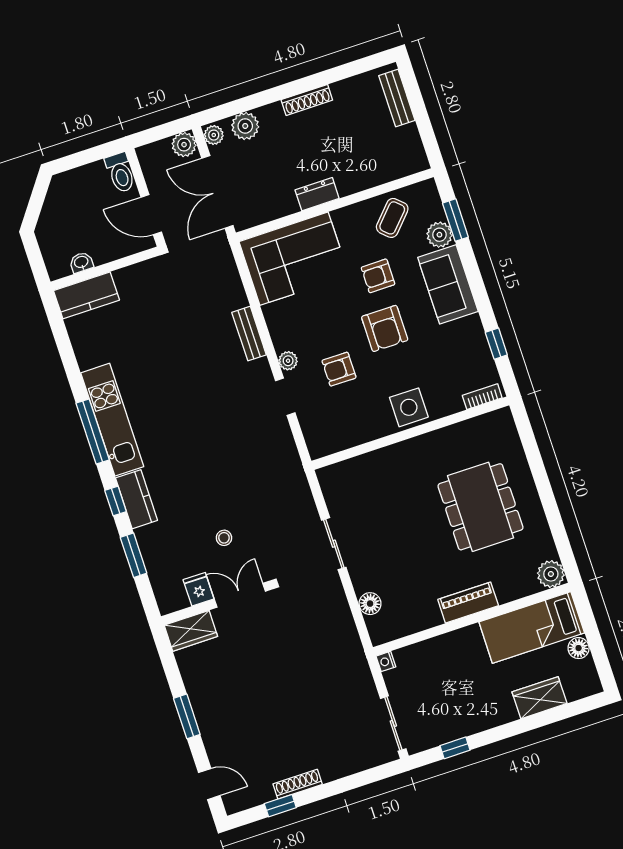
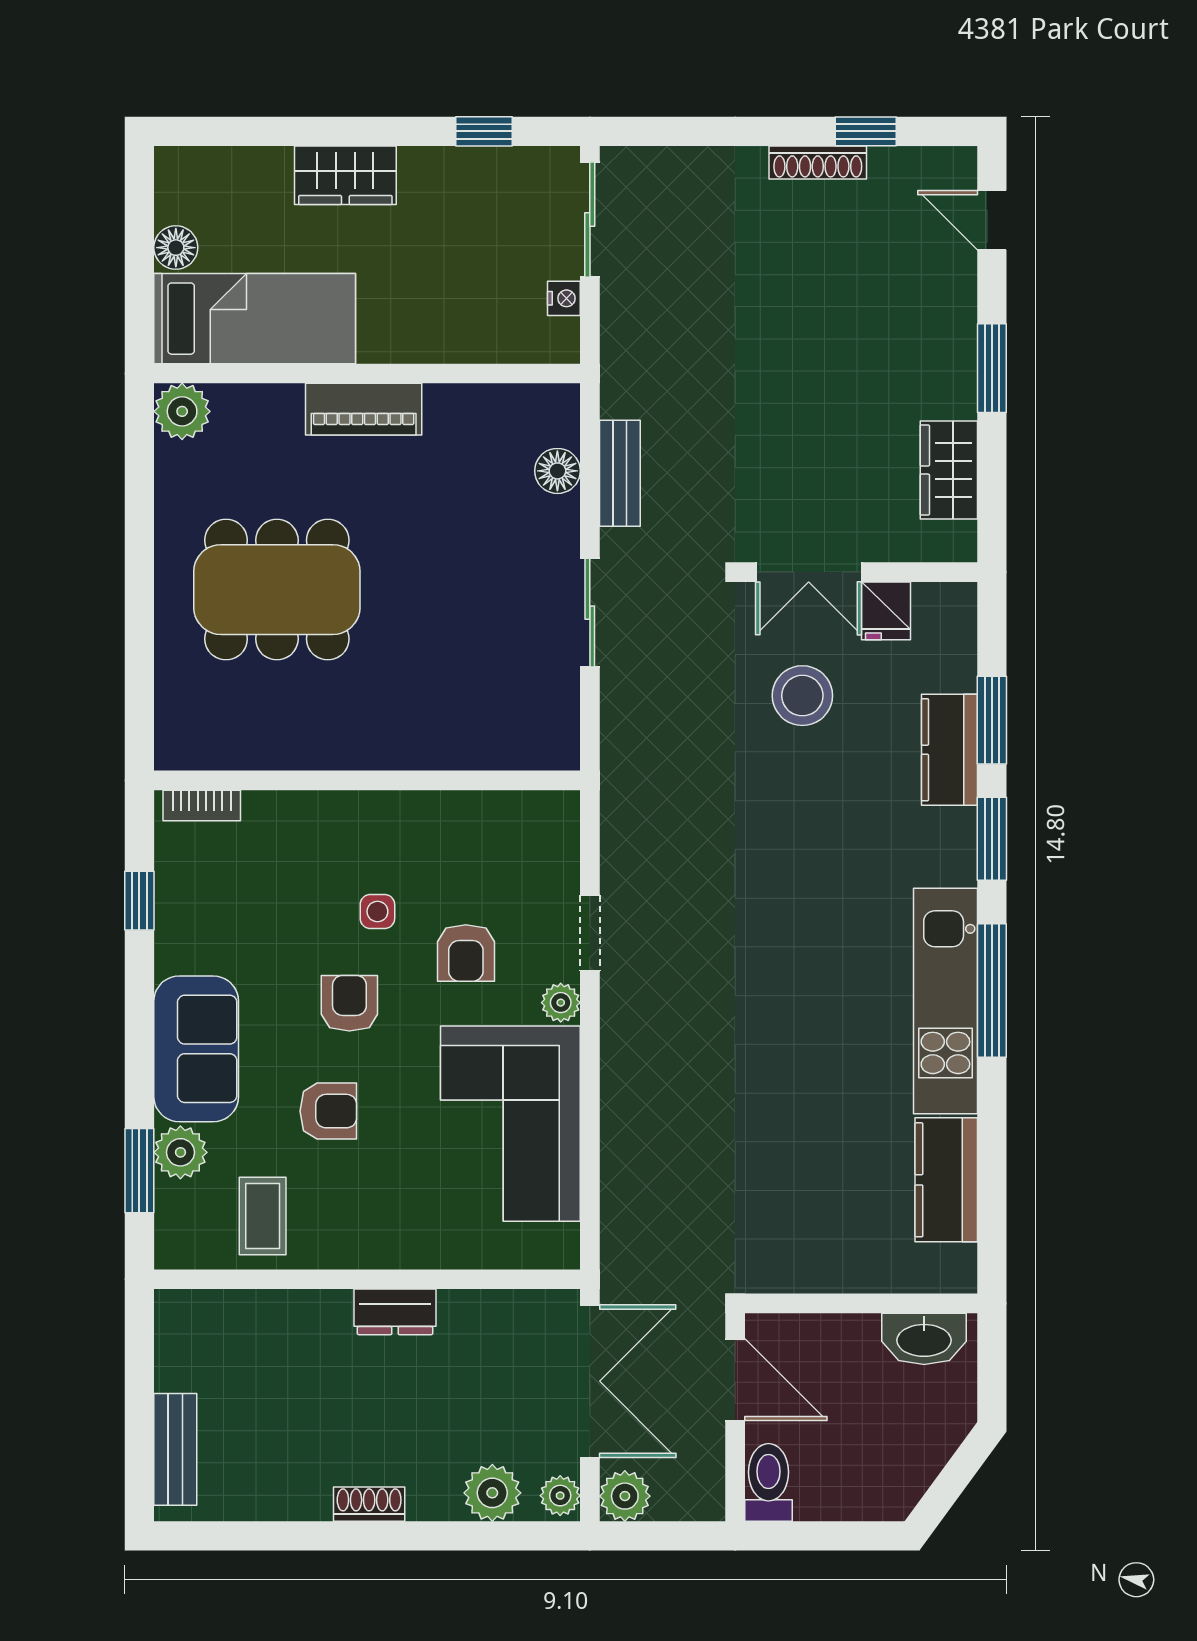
shoe rack: (307, 100) -> (369, 1504), width x0.70
coffee table: (392, 218) -> (263, 1216), turned -43
corner sofa: (294, 259) -> (510, 1124), moved, turned -90
washbasin: (81, 262) -> (924, 1339), width x1.91, depth x1.45
kitchen counter: (86, 295) -> (946, 1180), moved, turned -90
armchair: (385, 328) -> (349, 1003), width x0.72, depth x0.72
bench: (249, 334) -> (620, 473), moved
armchair: (339, 369) -> (466, 953), turned 90
side table: (409, 407) -> (377, 911), moved, width x0.54, depth x0.54
kitchen counter: (136, 499) -> (949, 750), moved
window: (116, 501) -> (992, 839), width x1.50
dining table: (480, 507) -> (277, 590), turned 90
stool: (224, 538) -> (802, 696), width x1.89, depth x1.89
wardrobe: (191, 631) -> (949, 470), moved, turned -90
nightstand: (386, 661) -> (564, 298), moved
wardrobe: (539, 698) -> (345, 175), moved

